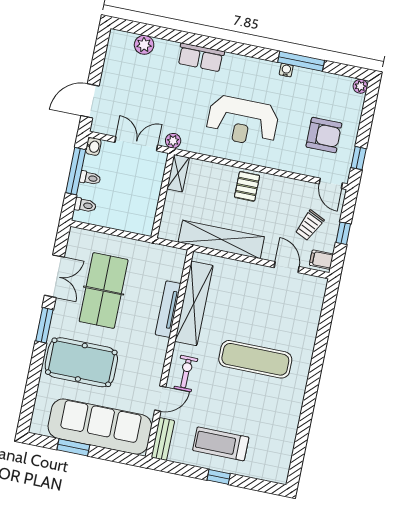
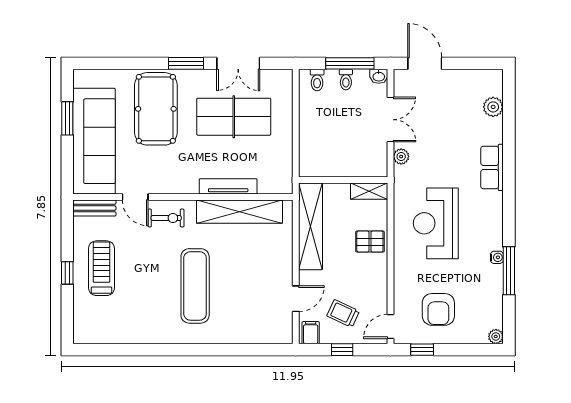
shelving: (178, 173) -> (369, 191), moved
wall: (163, 196) -> (343, 180), moved

